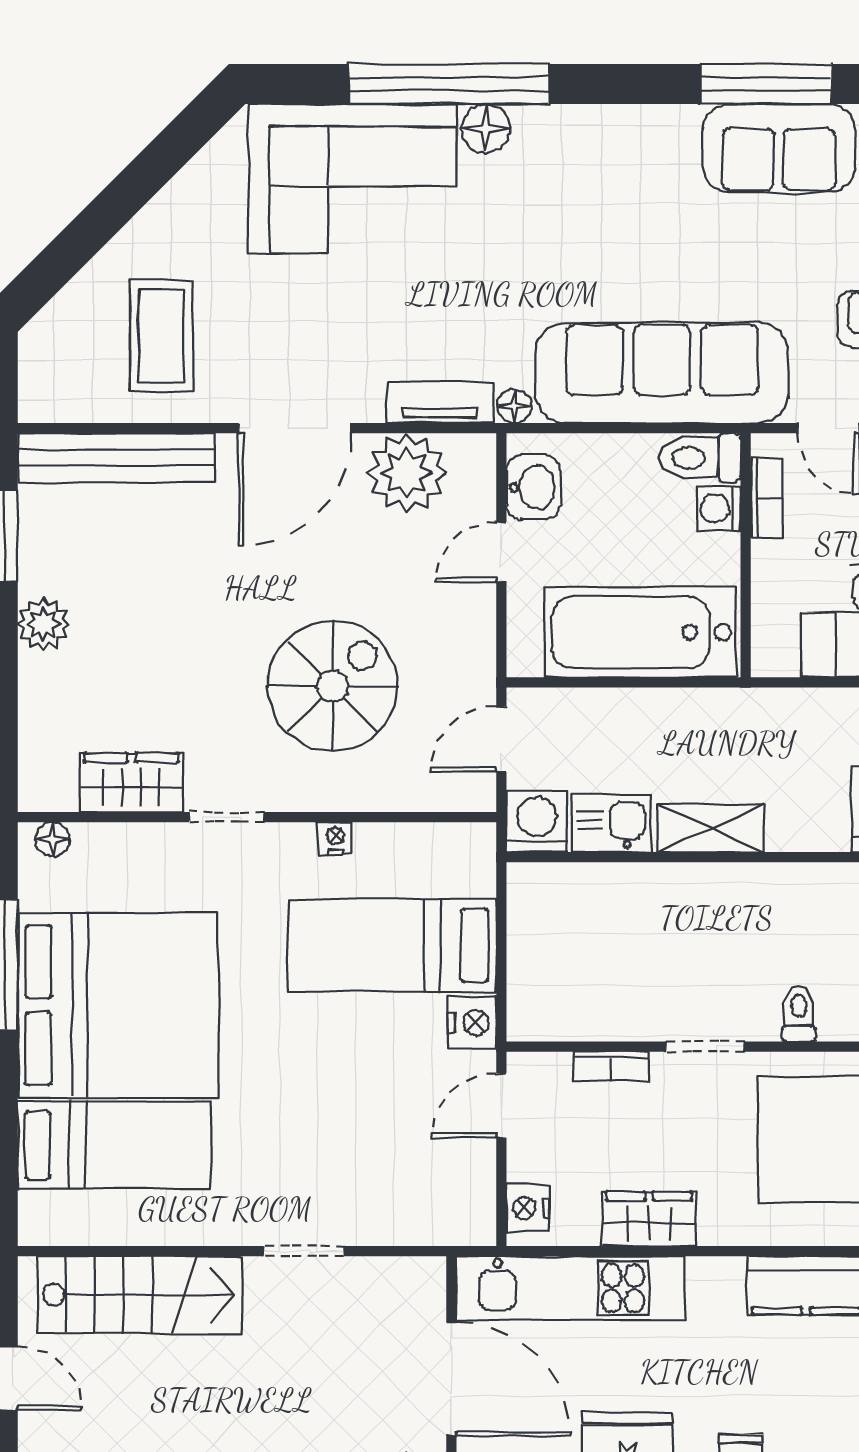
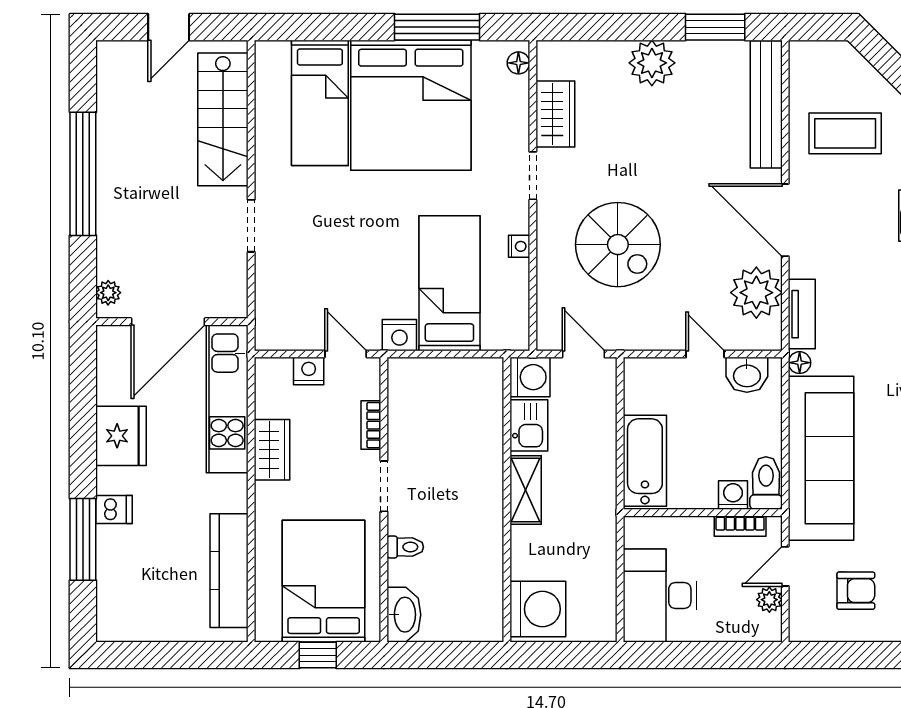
plant: (43, 624) -> (652, 63), width x1.36, depth x1.36
bathtub: (640, 632) -> (645, 461), width x0.73, depth x0.73
nightstand: (528, 1208) -> (309, 371), moved

